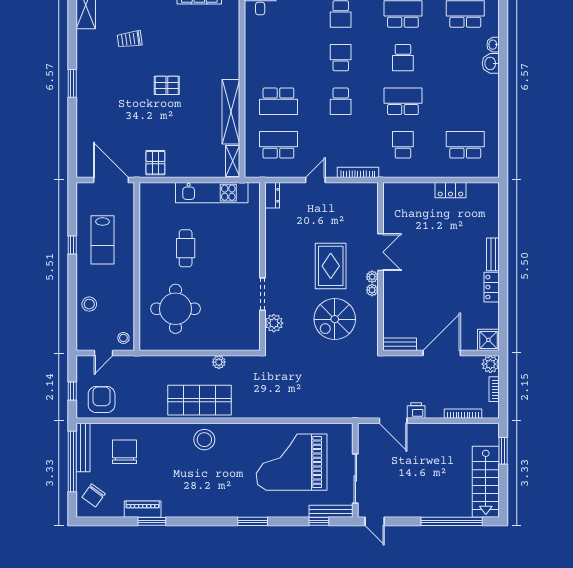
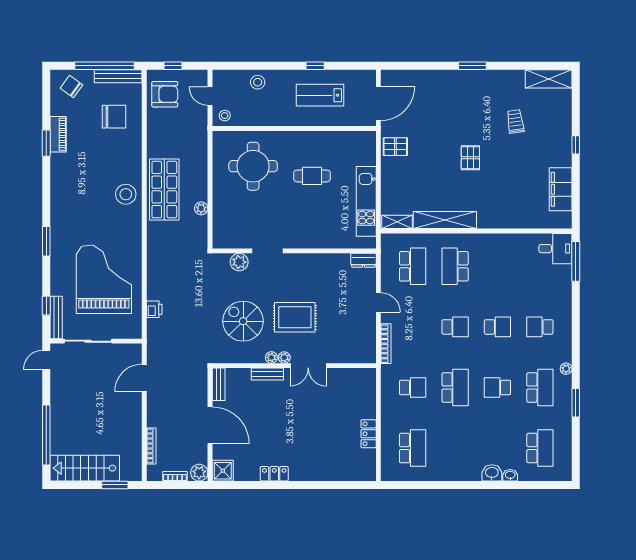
school desk: (341, 101) -> (455, 327), turned 180
bench: (493, 254) -> (267, 374), moved
printer: (416, 410) -> (154, 309), moved

